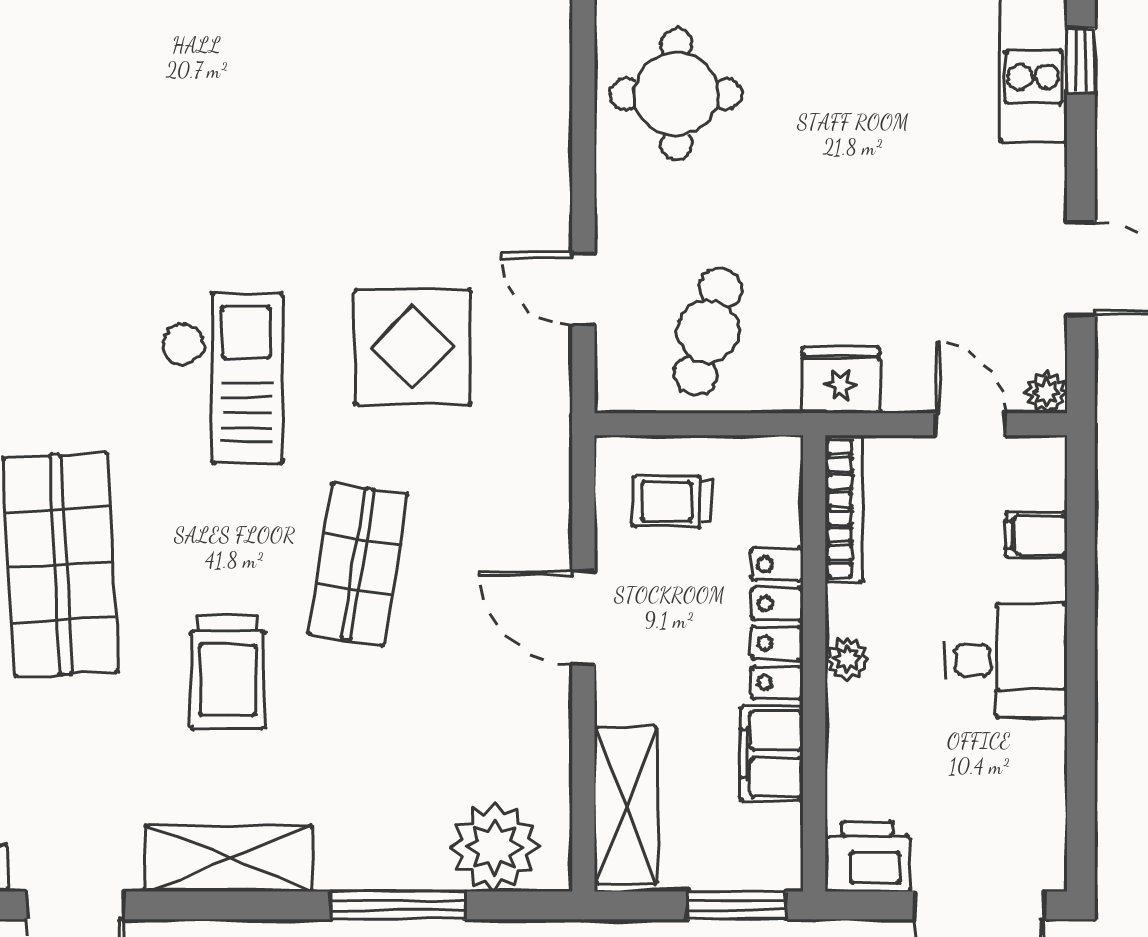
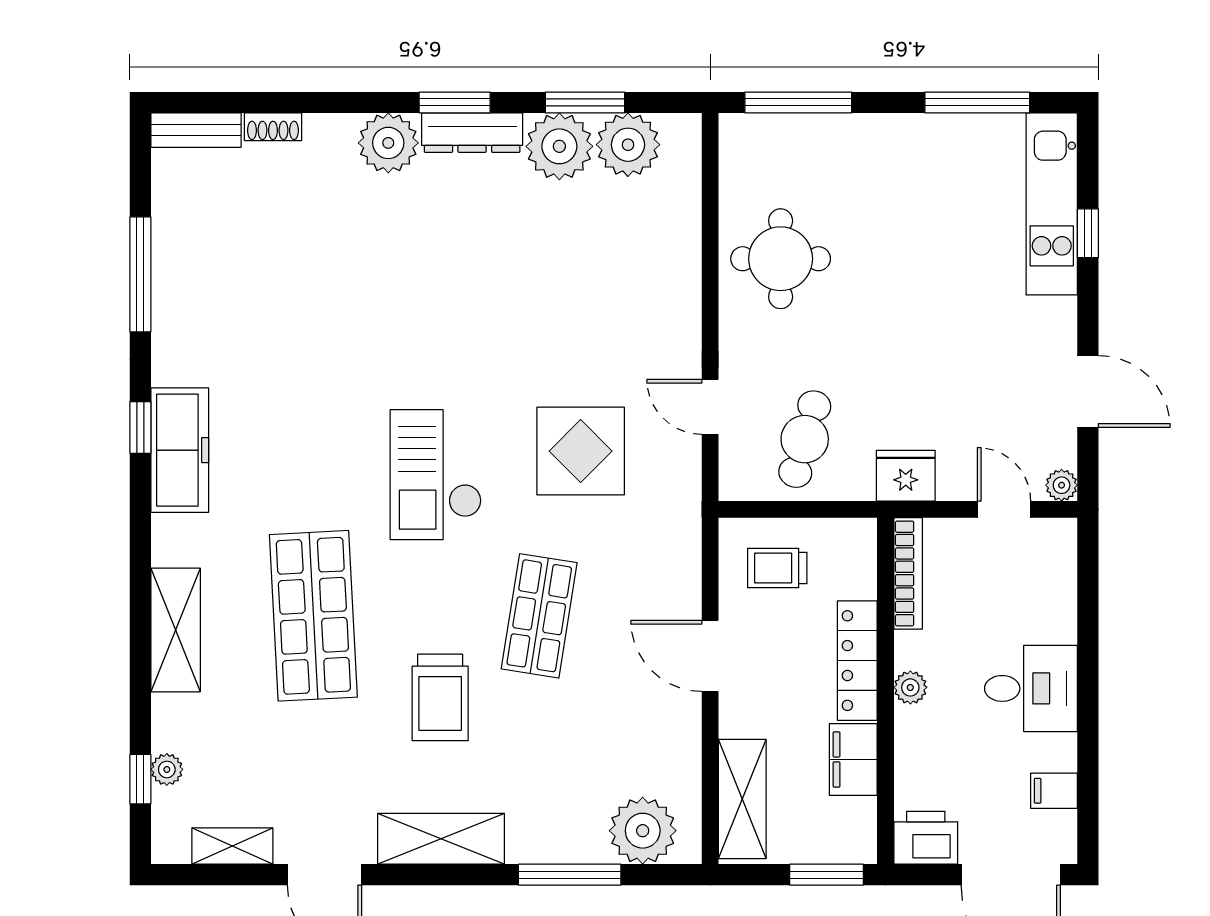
checkout: (222, 378) -> (436, 475), turned 180
filing cabinet: (1036, 535) -> (1054, 791), moved

